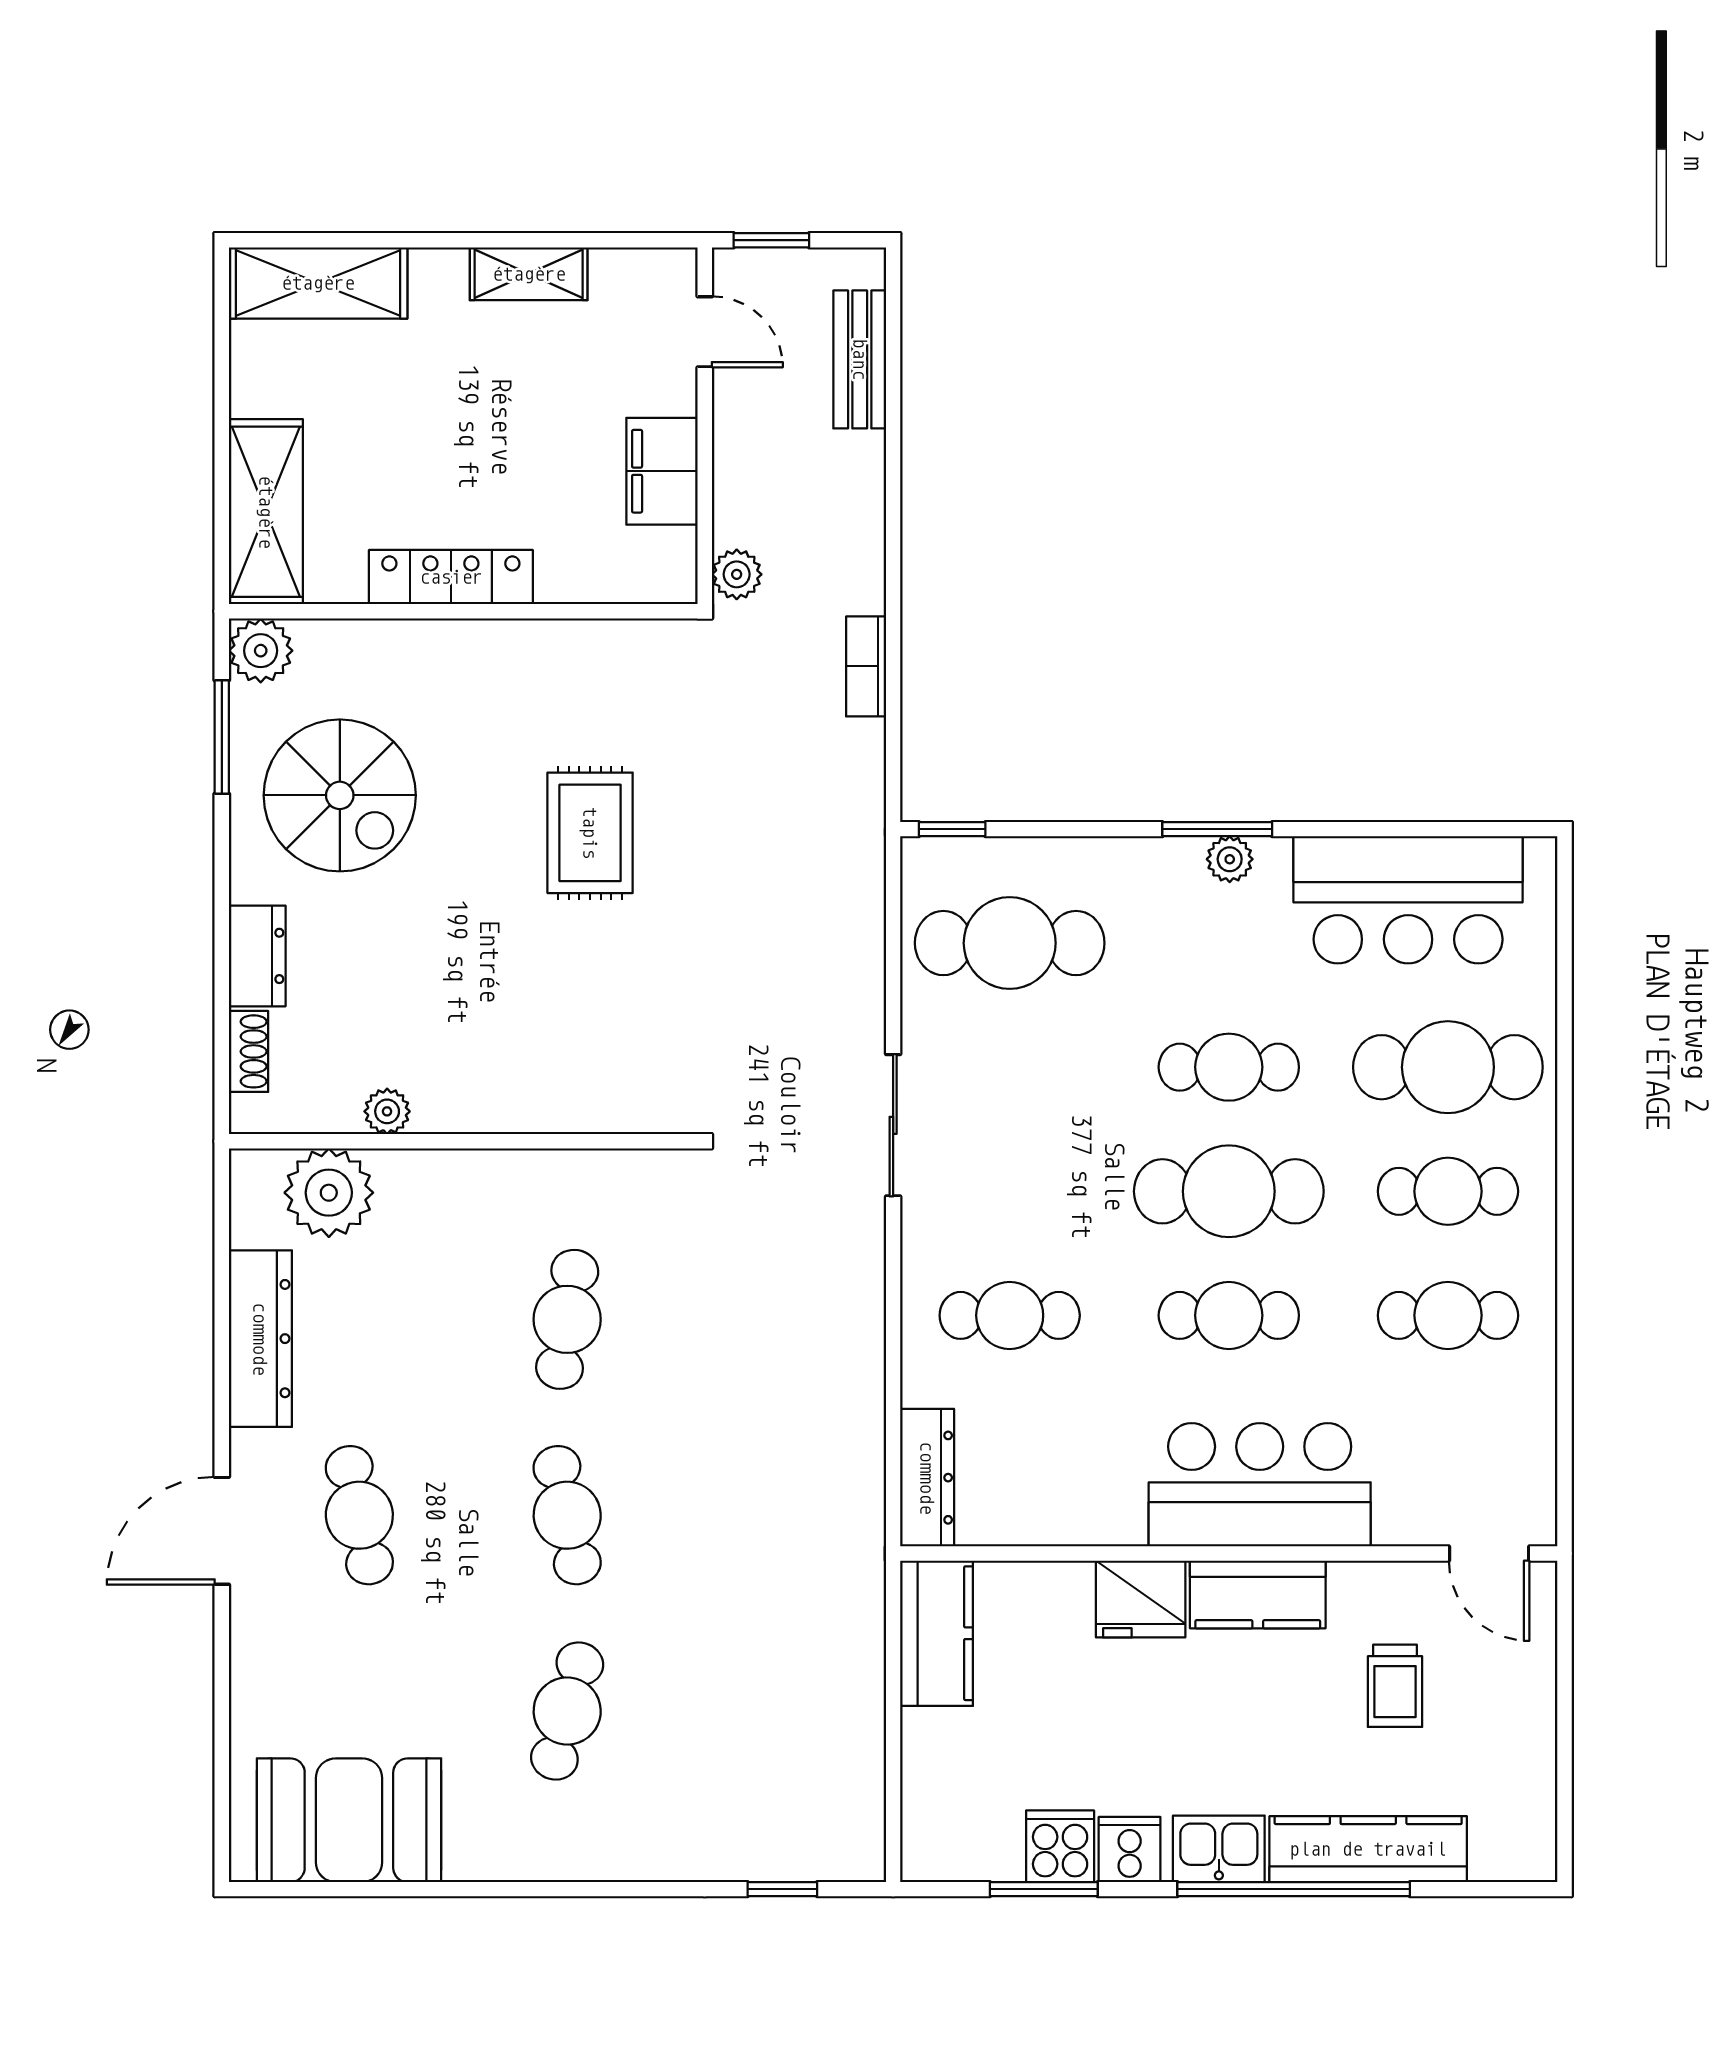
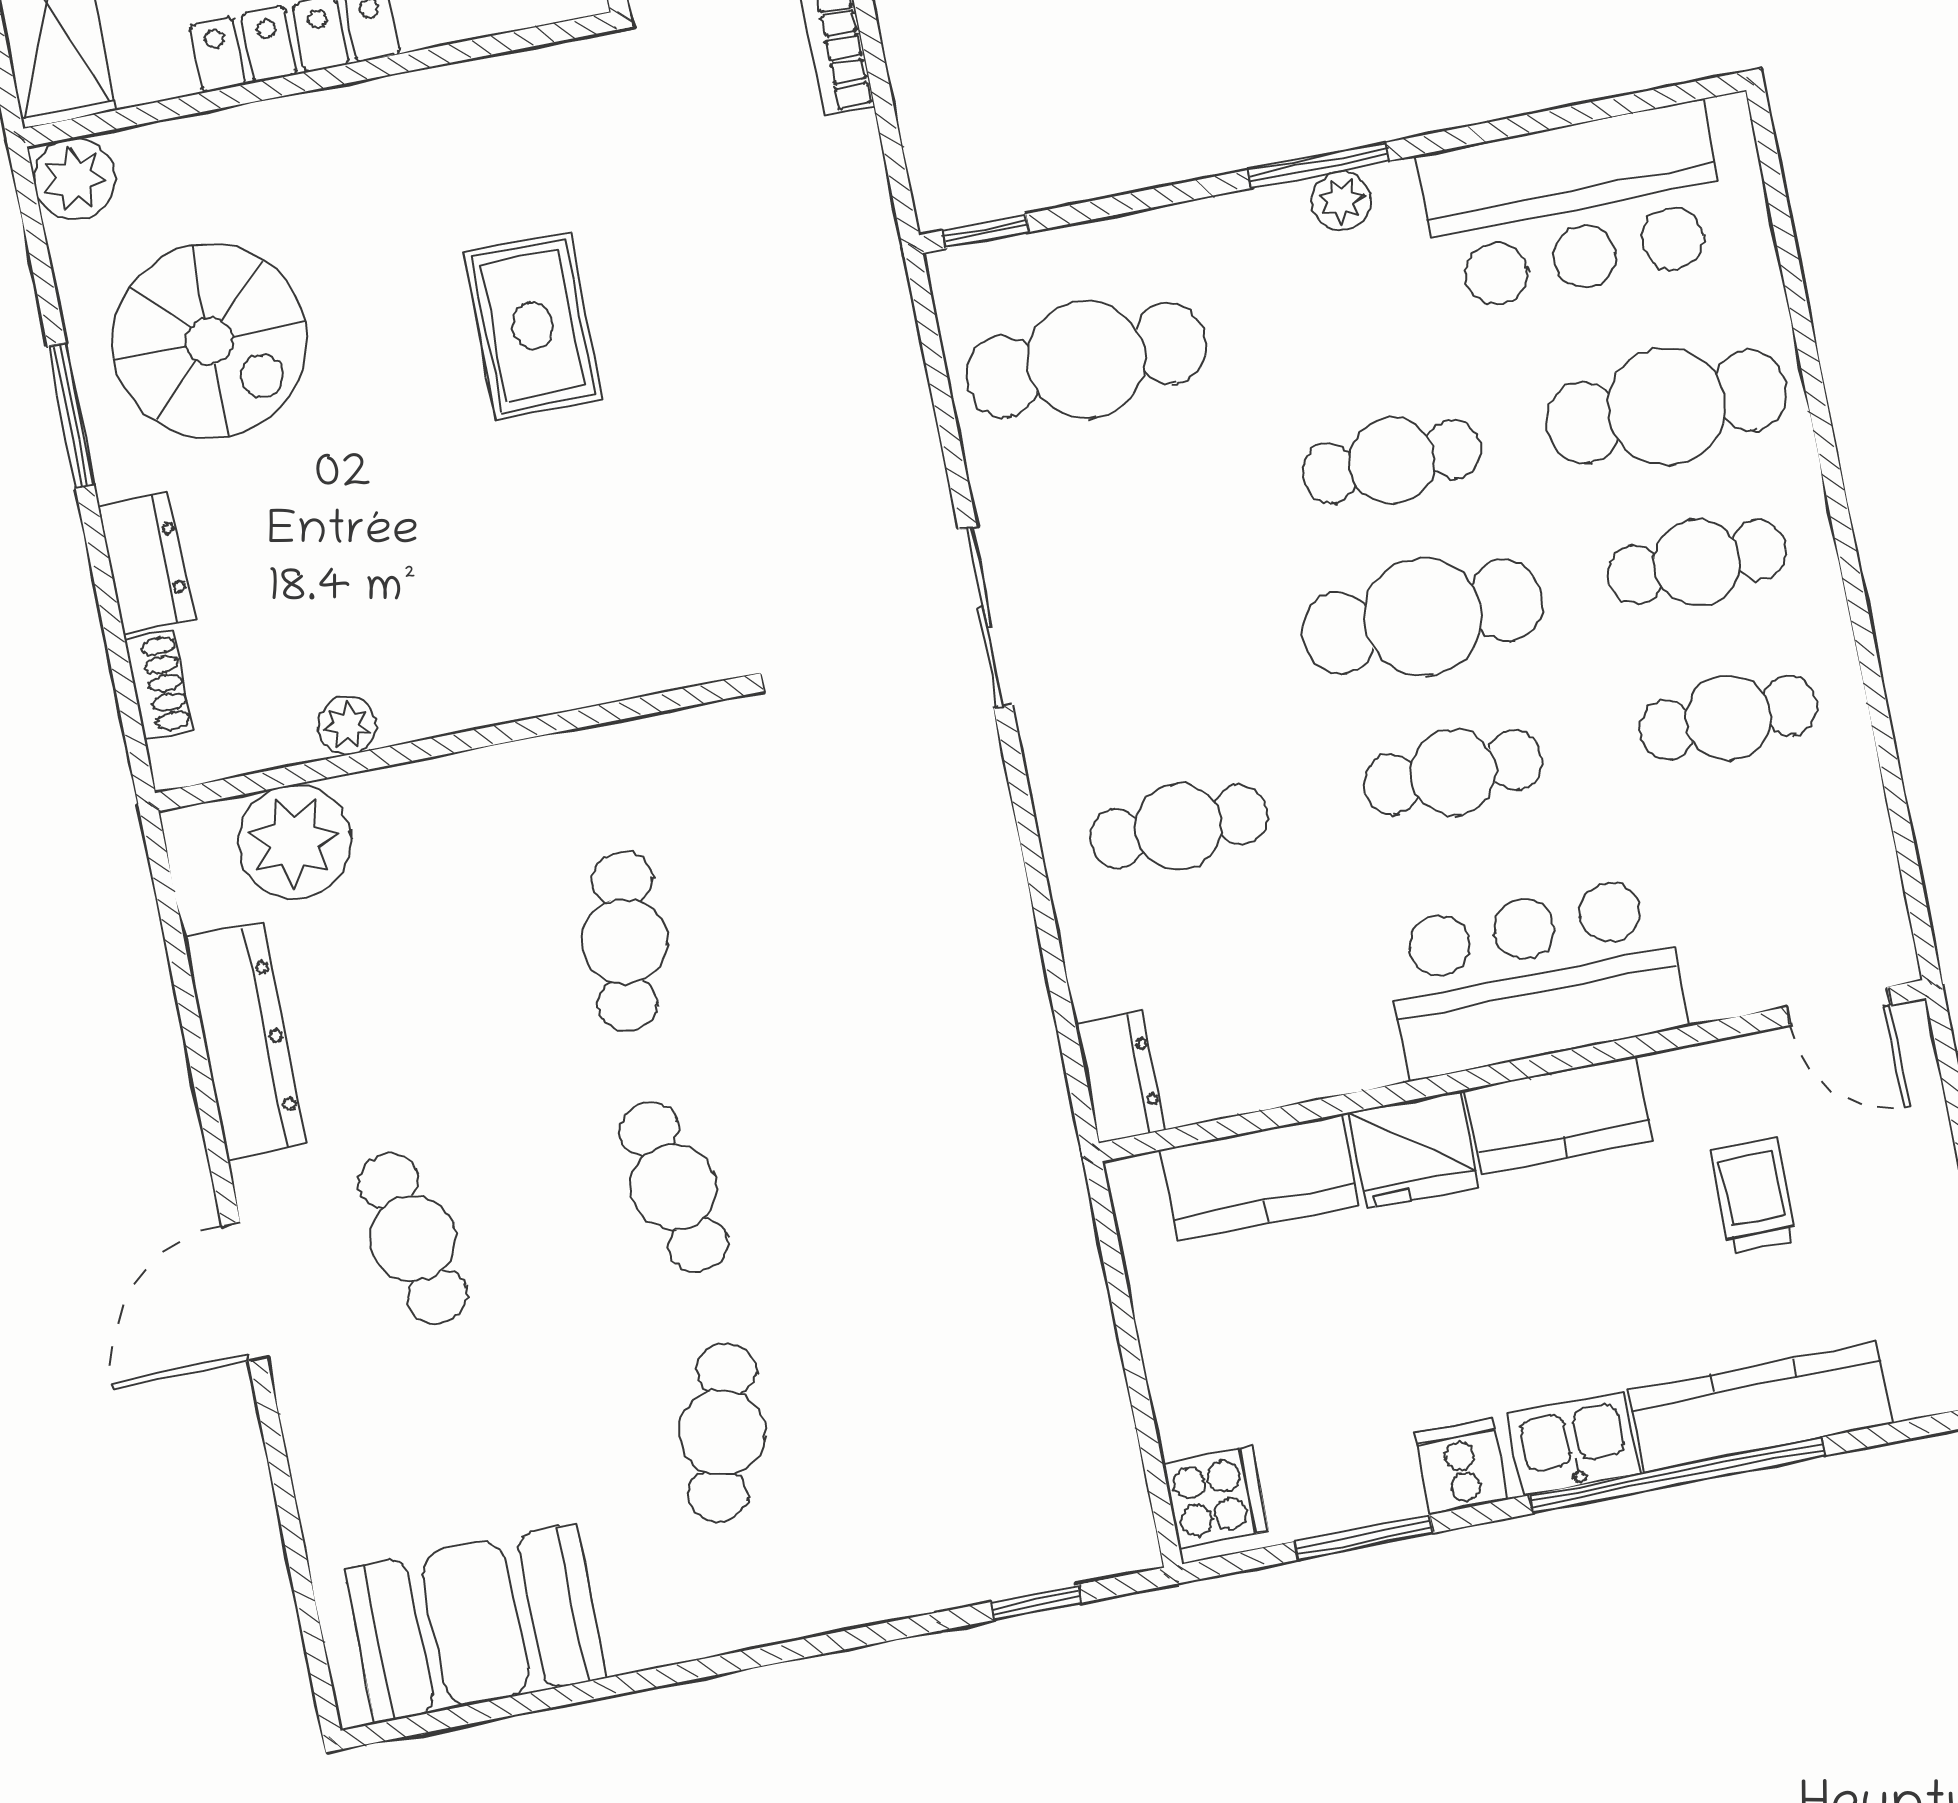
window: (222, 737) -> (71, 416), moved
dresser: (927, 1478) -> (1121, 1077), width x0.70
kitchen counter: (937, 1633) -> (1260, 1177), moved, turned 90
trolley: (1395, 1686) -> (1754, 1195), turned 180
cooker: (1060, 1846) -> (1215, 1497), moved, turned 90

